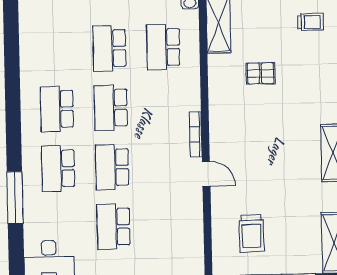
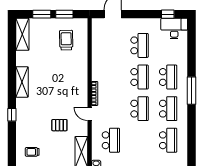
school desk: (109, 48) -> (168, 140), moved
door: (206, 174) -> (90, 114), moved
window: (15, 198) -> (191, 91), moved

